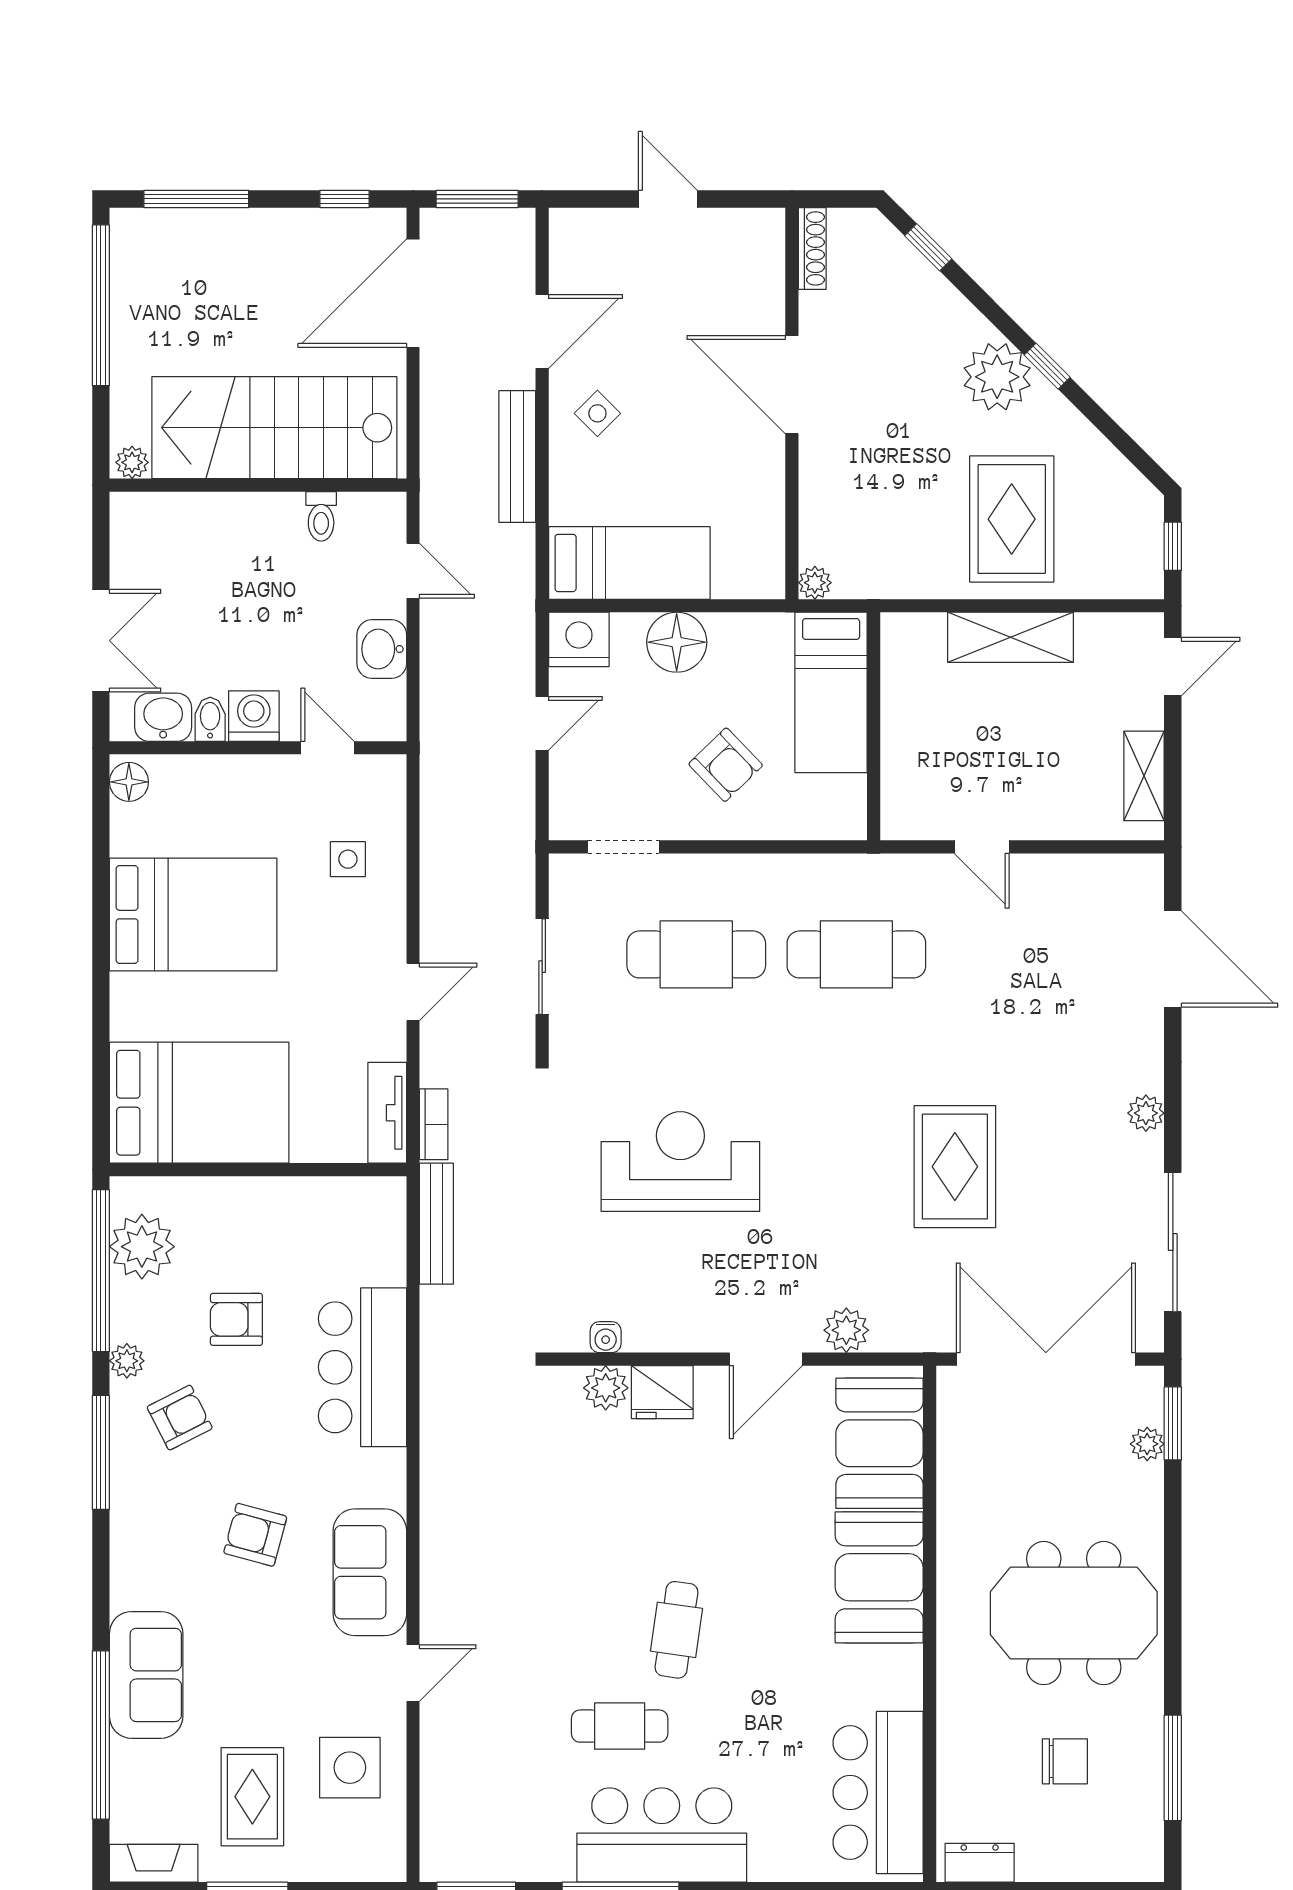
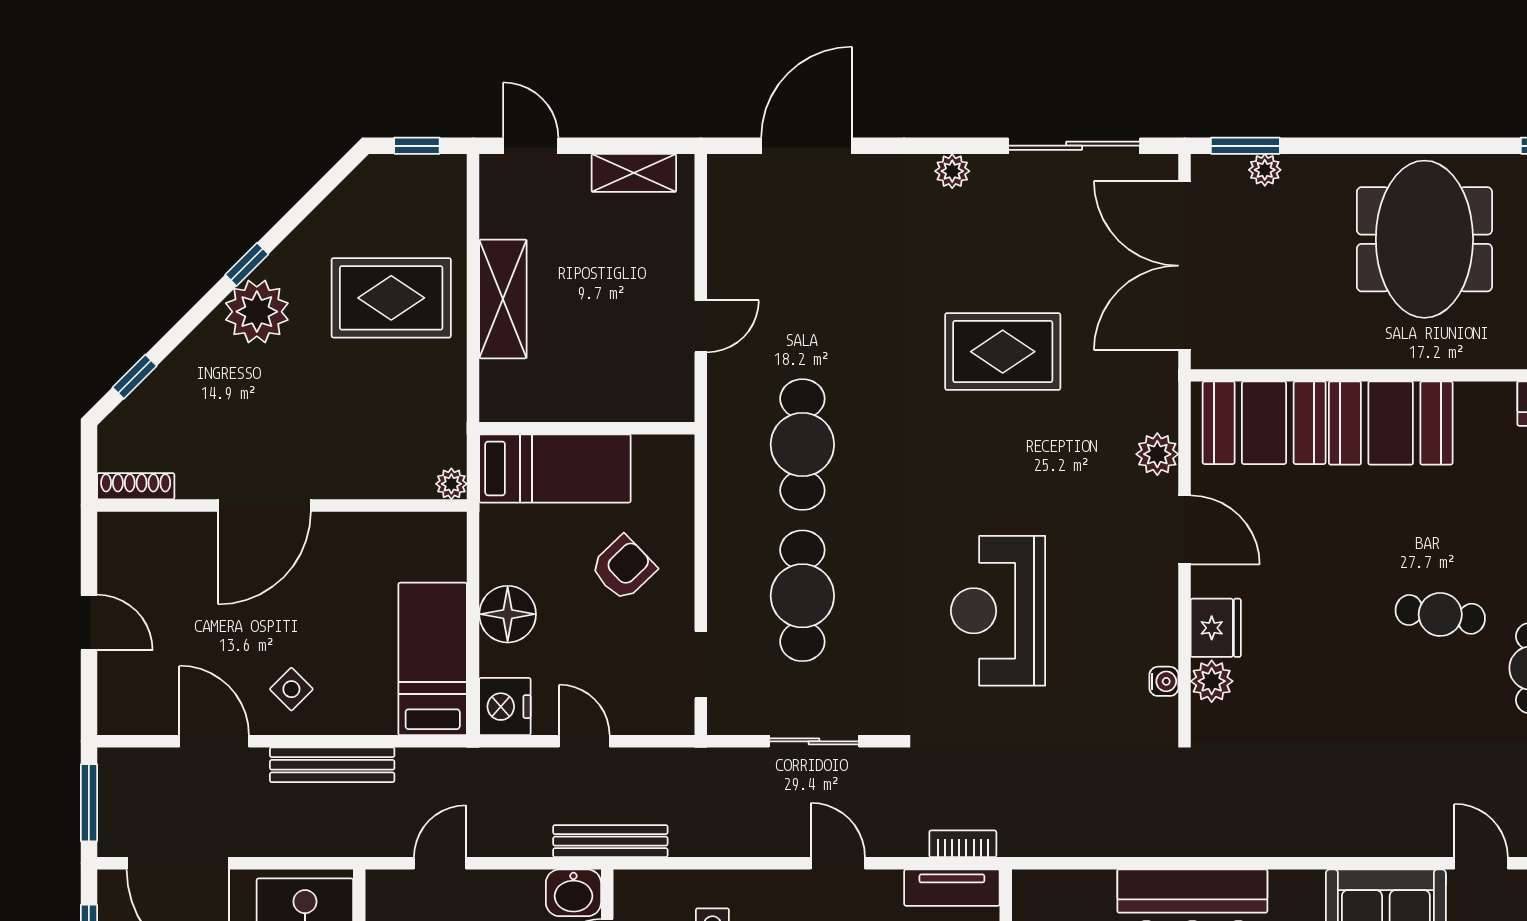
door: (668, 199) -> (89, 623), swing flipped
washbasin: (382, 649) -> (573, 893), moved
bench: (436, 1224) -> (610, 841), moved

